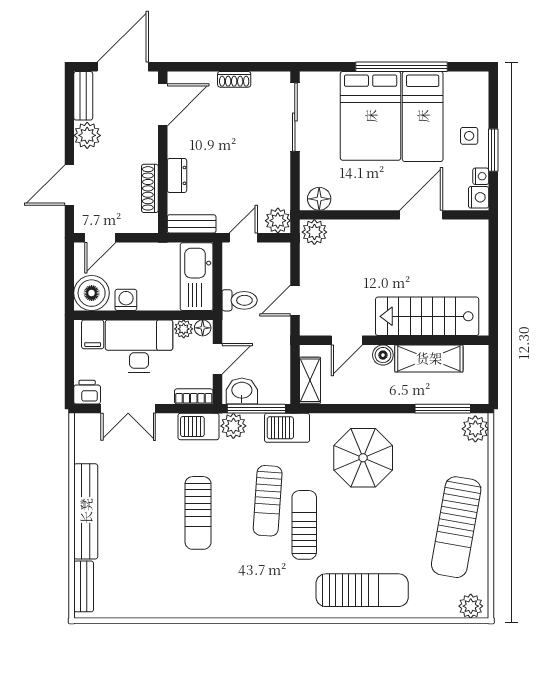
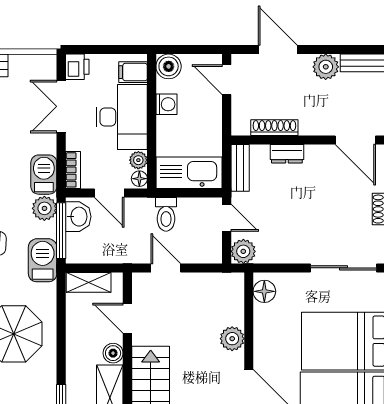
plant: (314, 232) -> (232, 339), moved
boiler: (92, 293) -> (169, 66), width x0.73, depth x0.73

